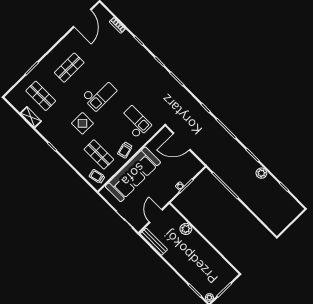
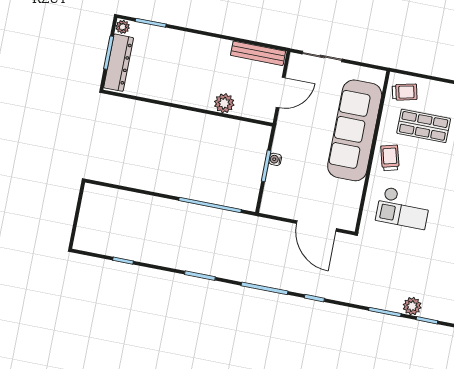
door: (182, 141) -> (316, 226), swing flipped
plant: (261, 173) -> (412, 306), moved
door: (156, 216) -> (281, 92), hinge flipped
dresser: (223, 282) -> (119, 63), added

